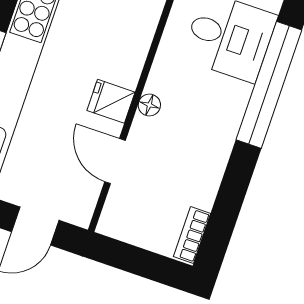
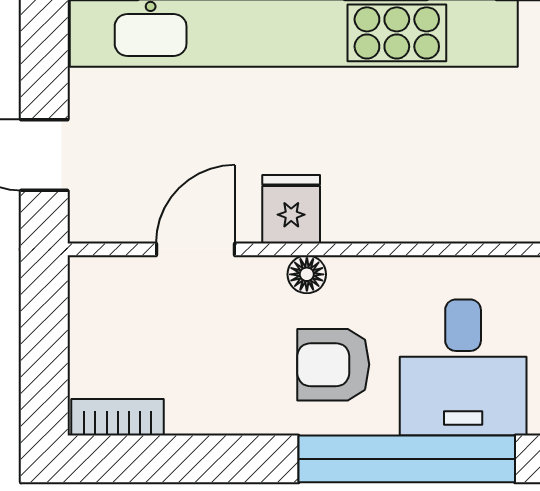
armchair: (204, 107) -> (333, 365), added

